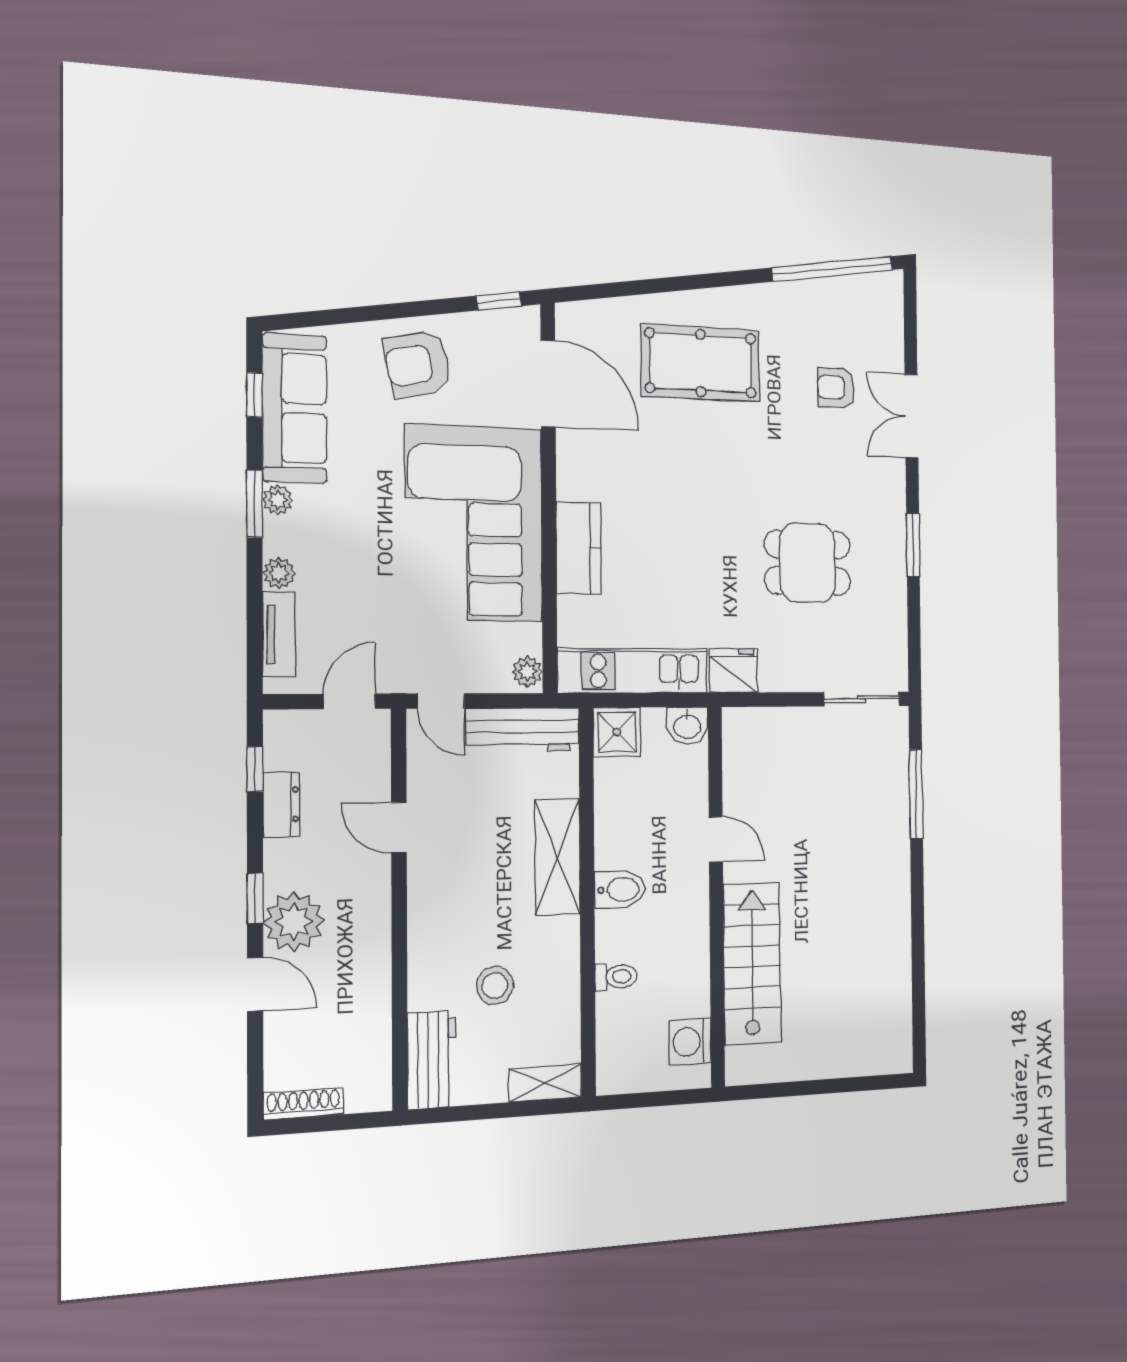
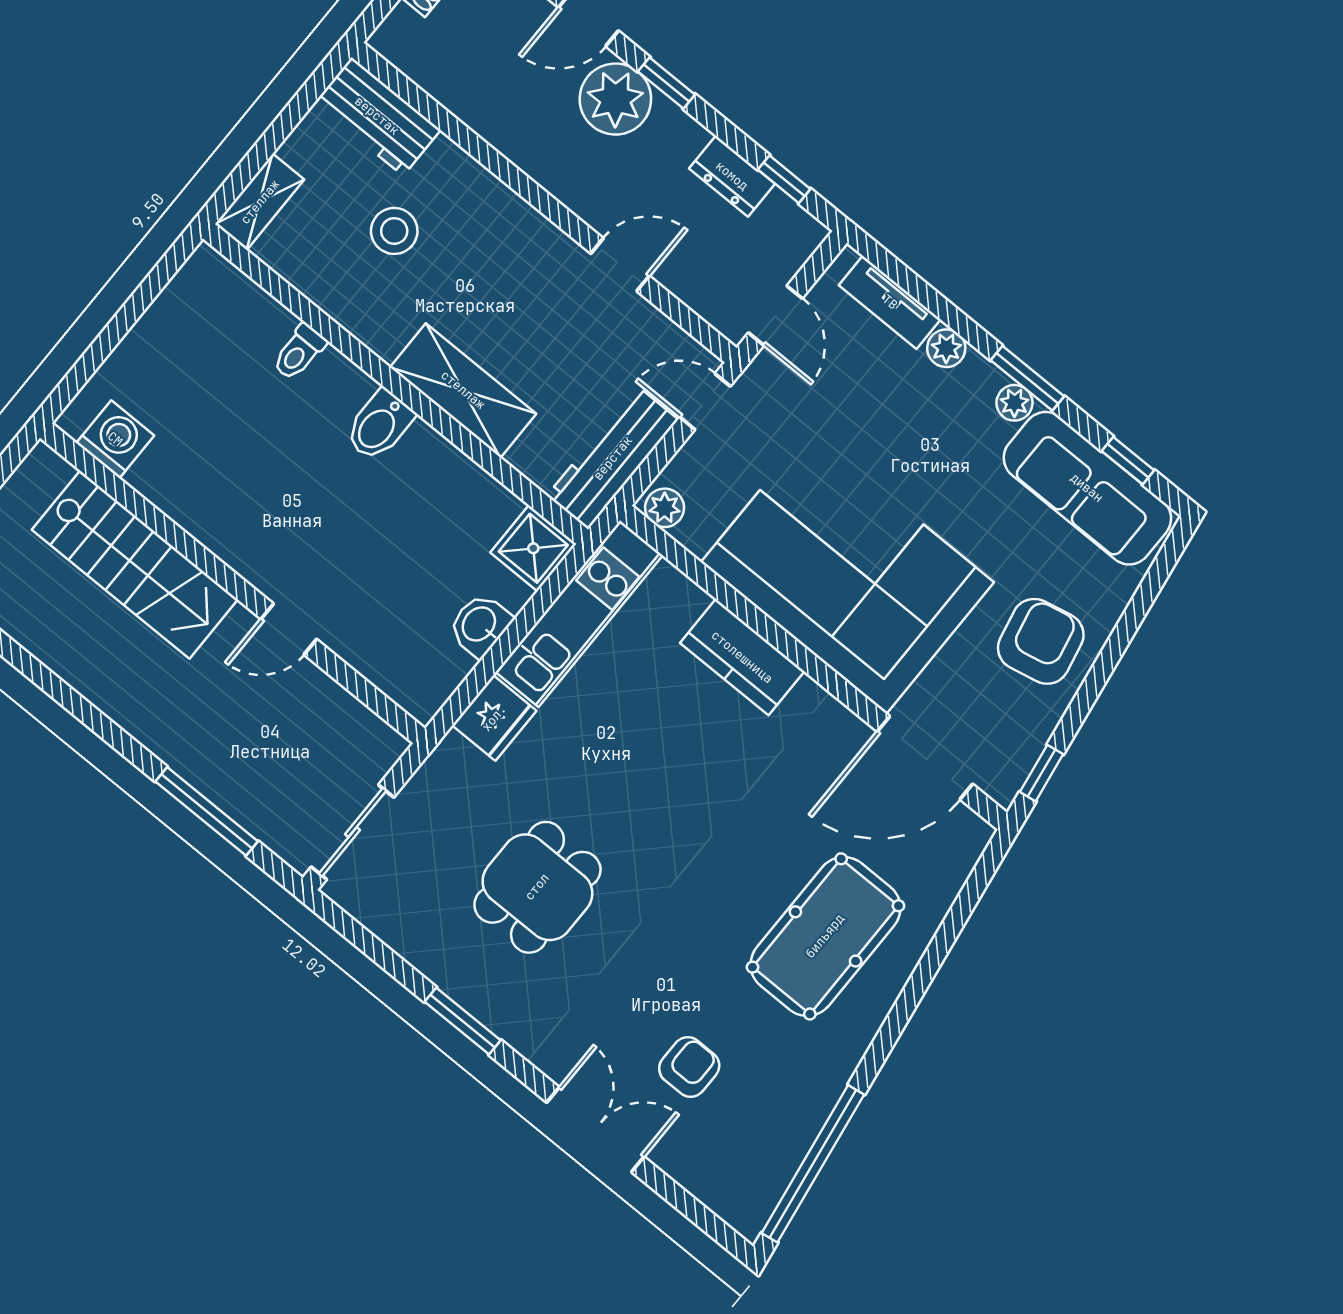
door: (716, 839) -> (289, 629), moved
wall: (716, 896) -> (233, 583), moved
stairs: (752, 964) -> (135, 565), moved
washing machine: (690, 1042) -> (115, 439), moved

